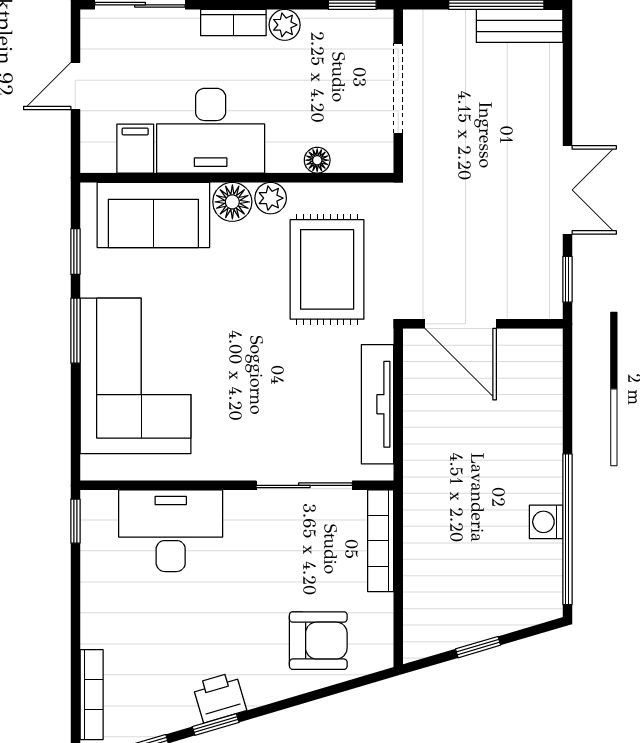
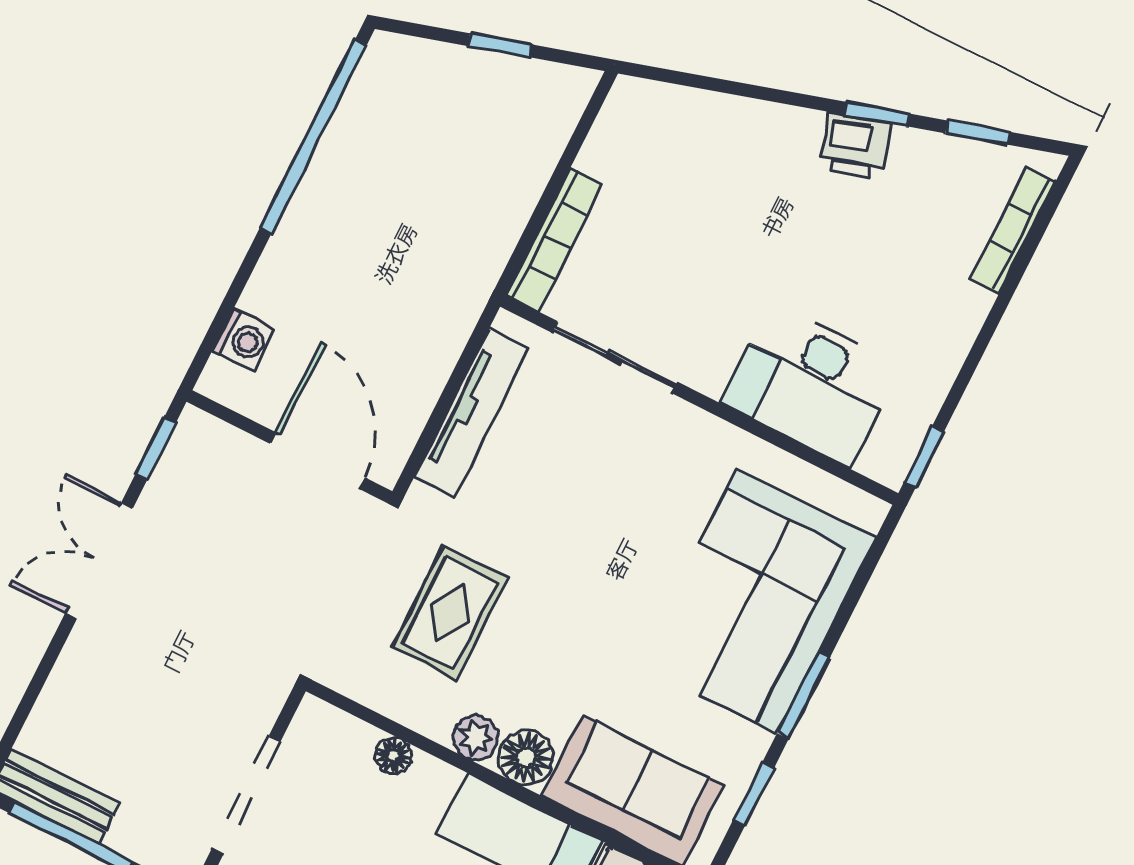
rug: (327, 269) -> (450, 613), width x0.73, depth x0.70
washing machine: (546, 522) -> (244, 340), moved
armchair: (318, 641) -> (695, 154), removed

